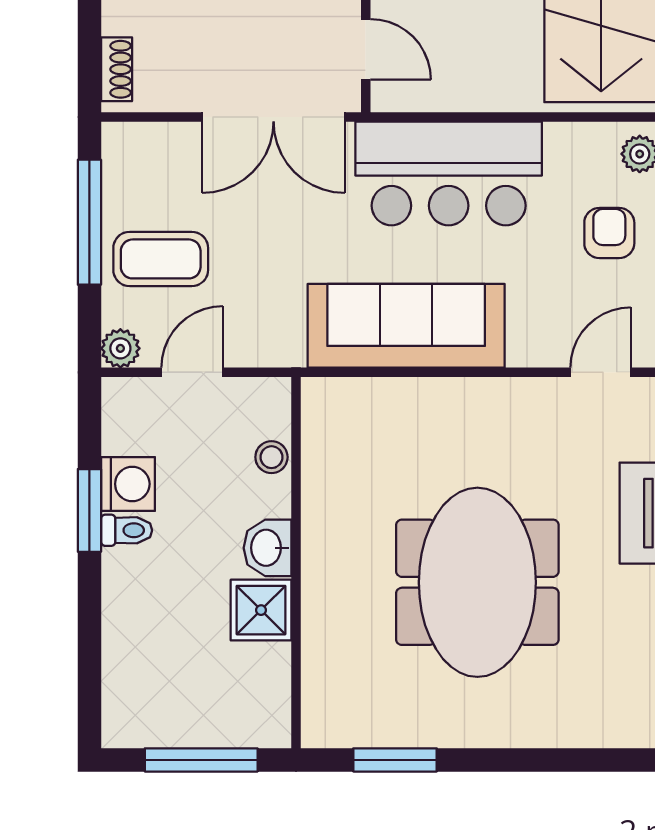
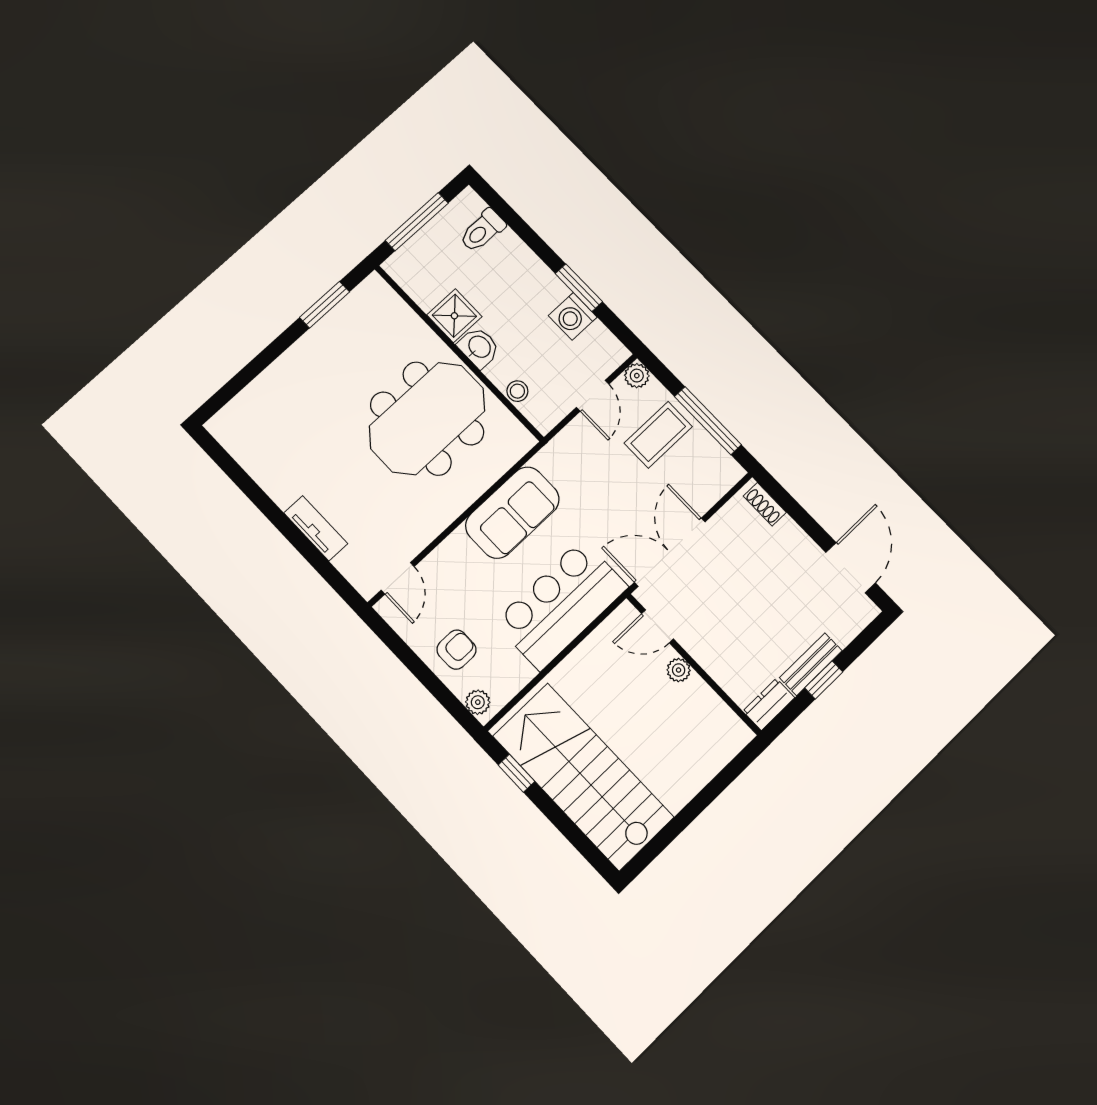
armchair: (609, 233) -> (456, 650), turned -90
sofa: (406, 326) -> (512, 513), width x0.73
toilet: (127, 530) -> (482, 231), moved, width x1.37, depth x1.39
meeting table: (477, 582) -> (427, 418), moved, turned 90

